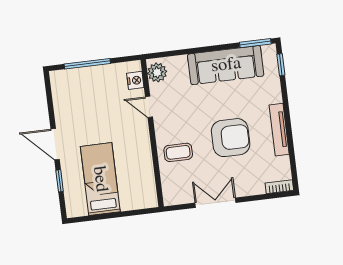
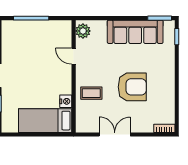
nightstand: (135, 80) -> (66, 101), moved
tv unit: (279, 130) -> (169, 85), removed
bed: (100, 179) -> (45, 121), moved, turned -90

